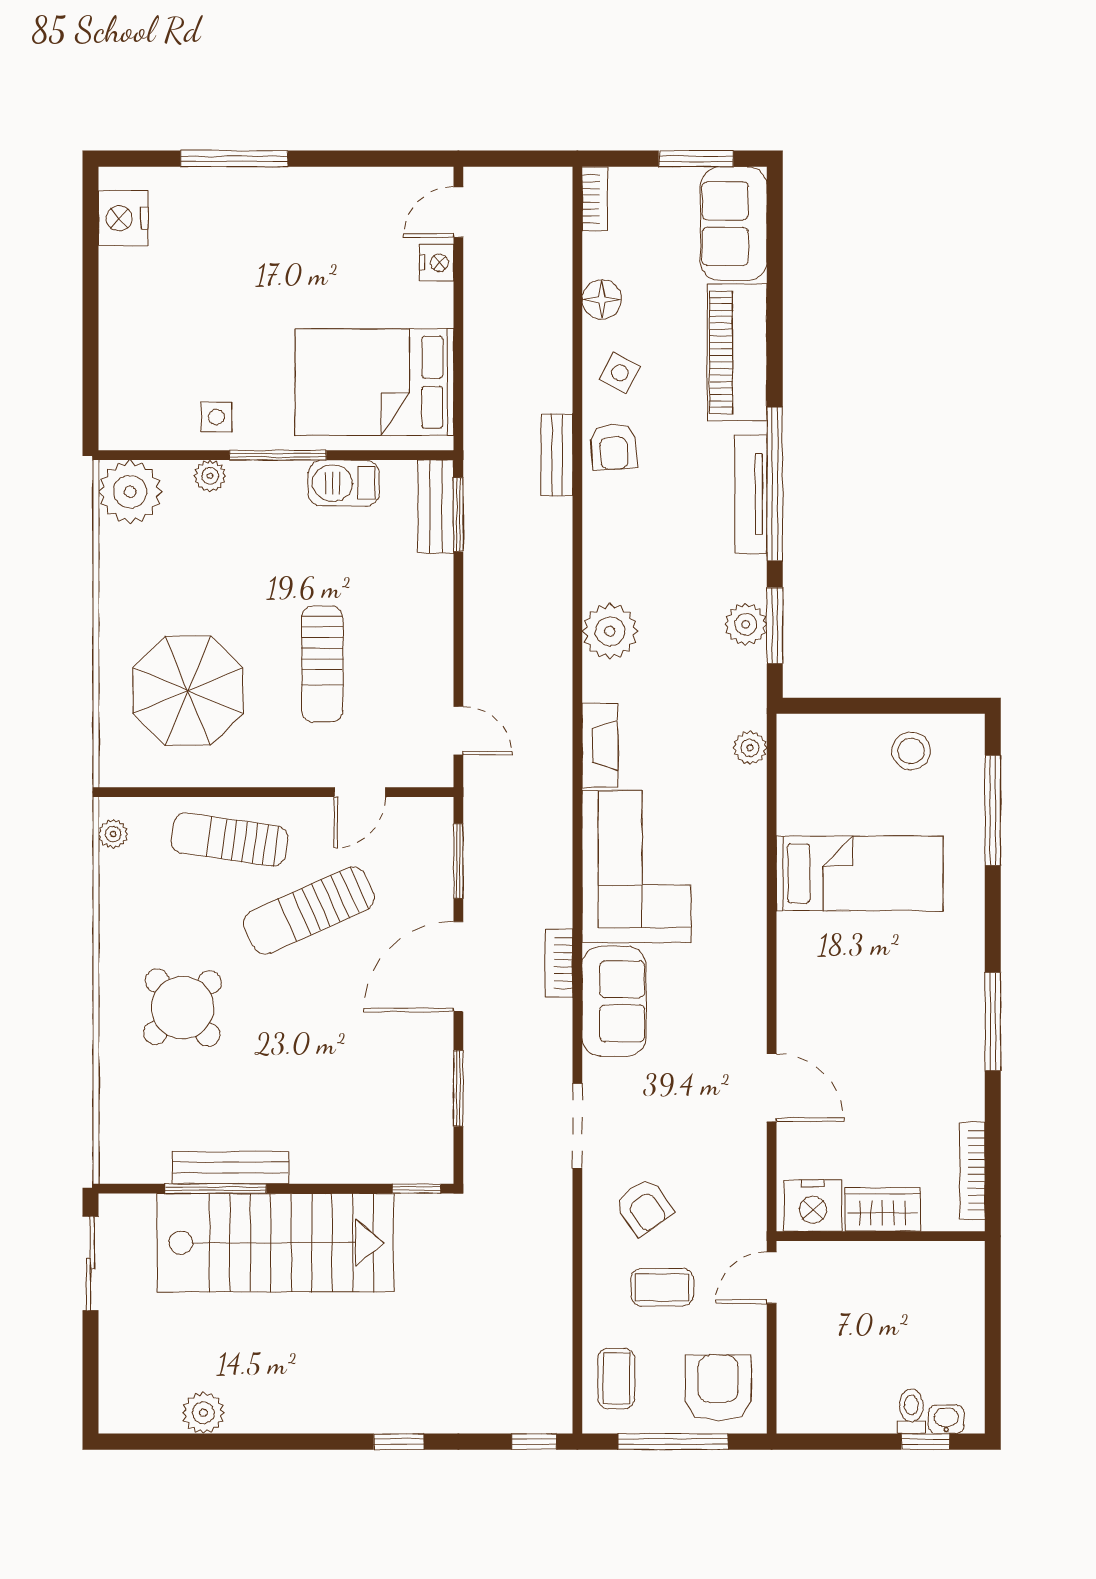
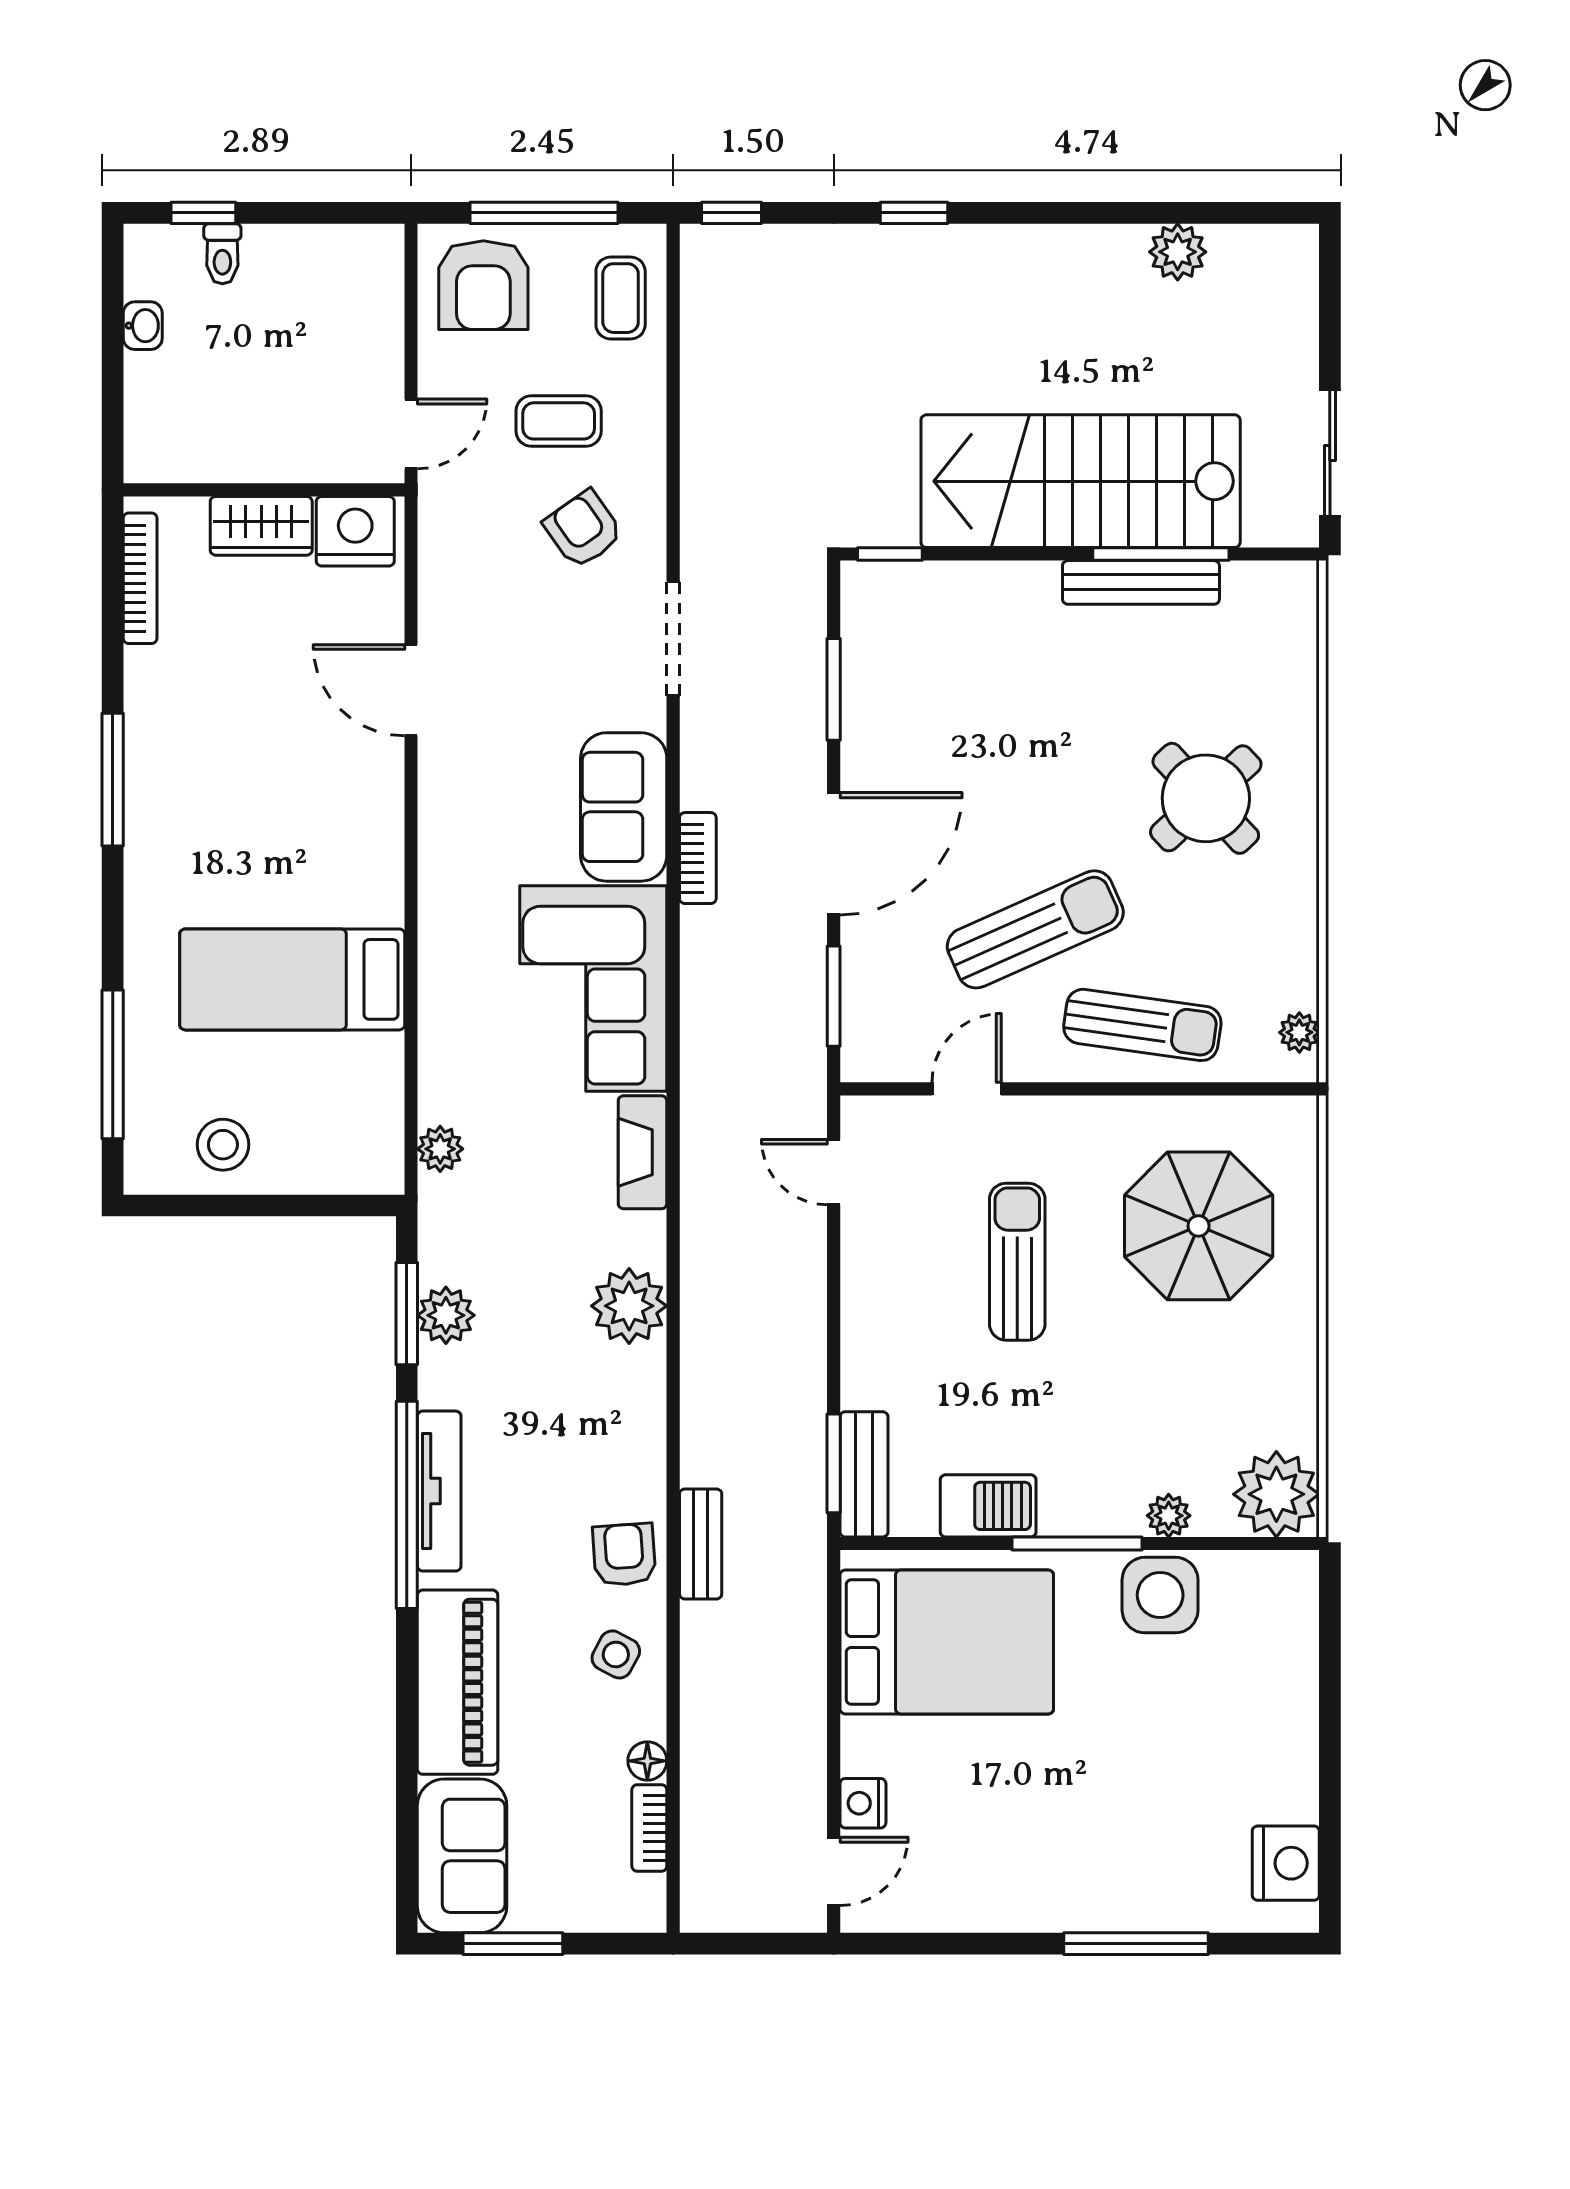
bookcase: (595, 199) -> (649, 1828), moved
floor lamp: (602, 299) -> (647, 1761), width x0.73, depth x0.73
side table: (216, 417) -> (1160, 1595), width x1.87, depth x1.87
washbasin: (946, 1419) -> (143, 326), moved, turned -90

